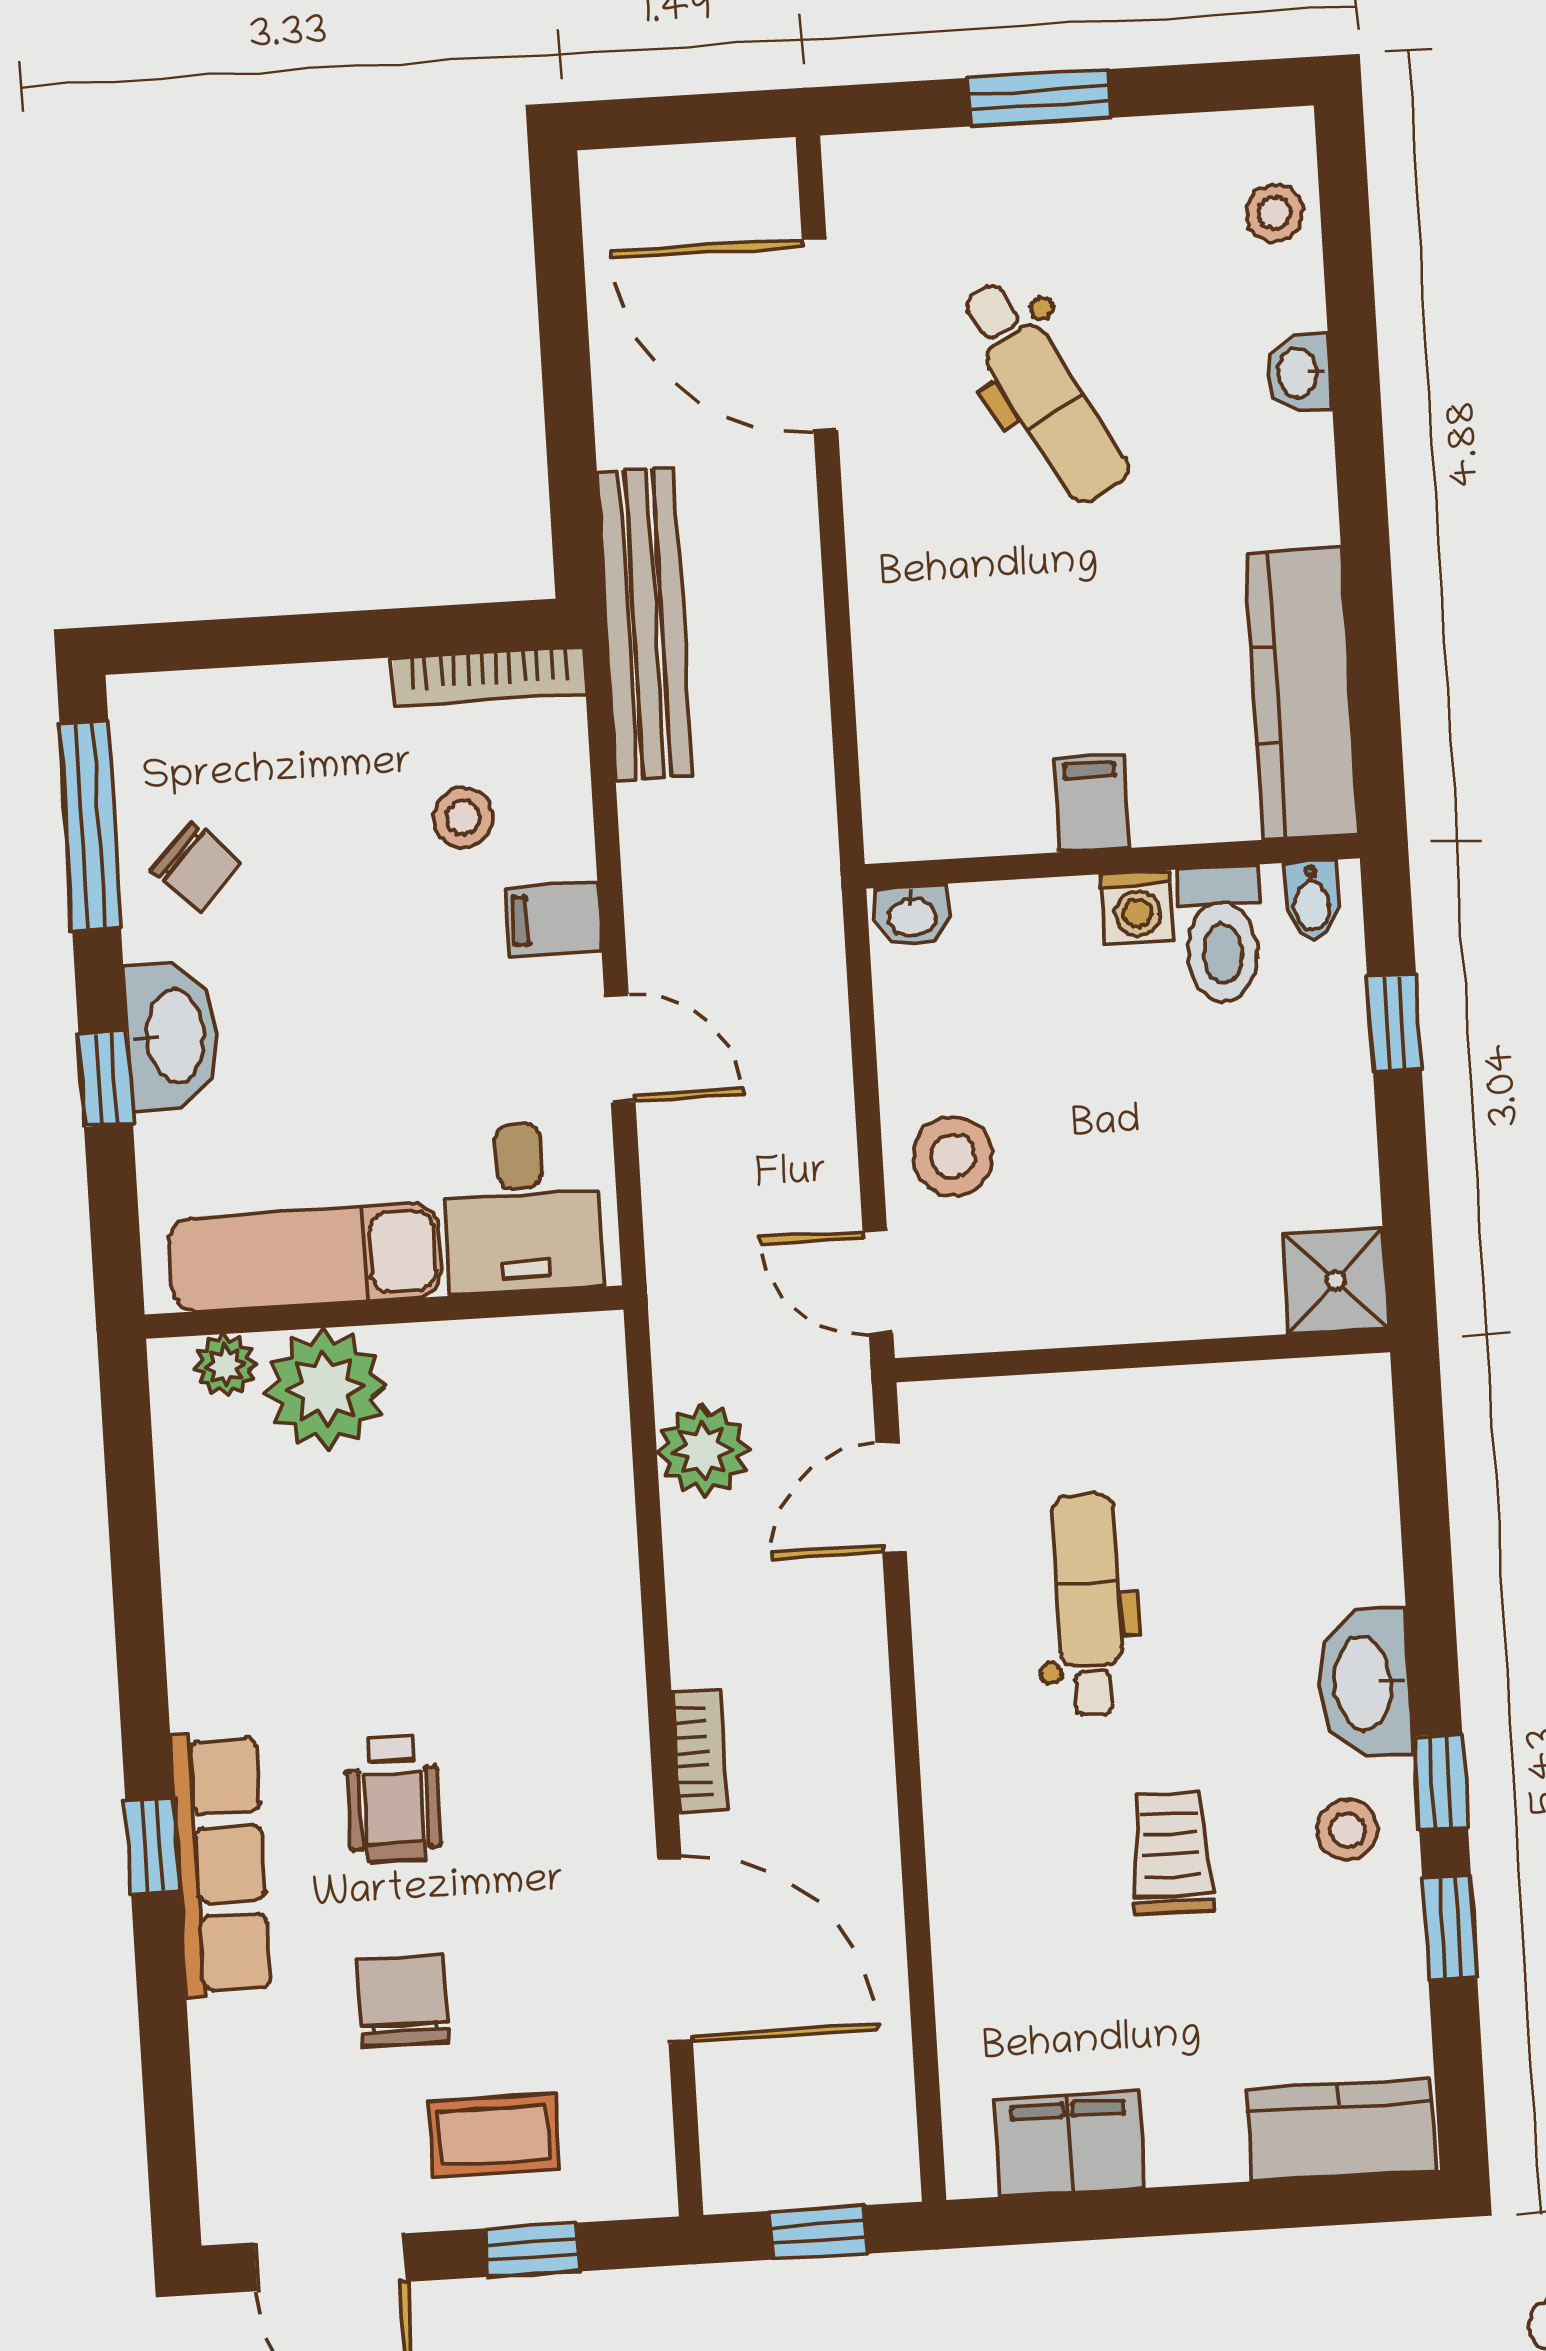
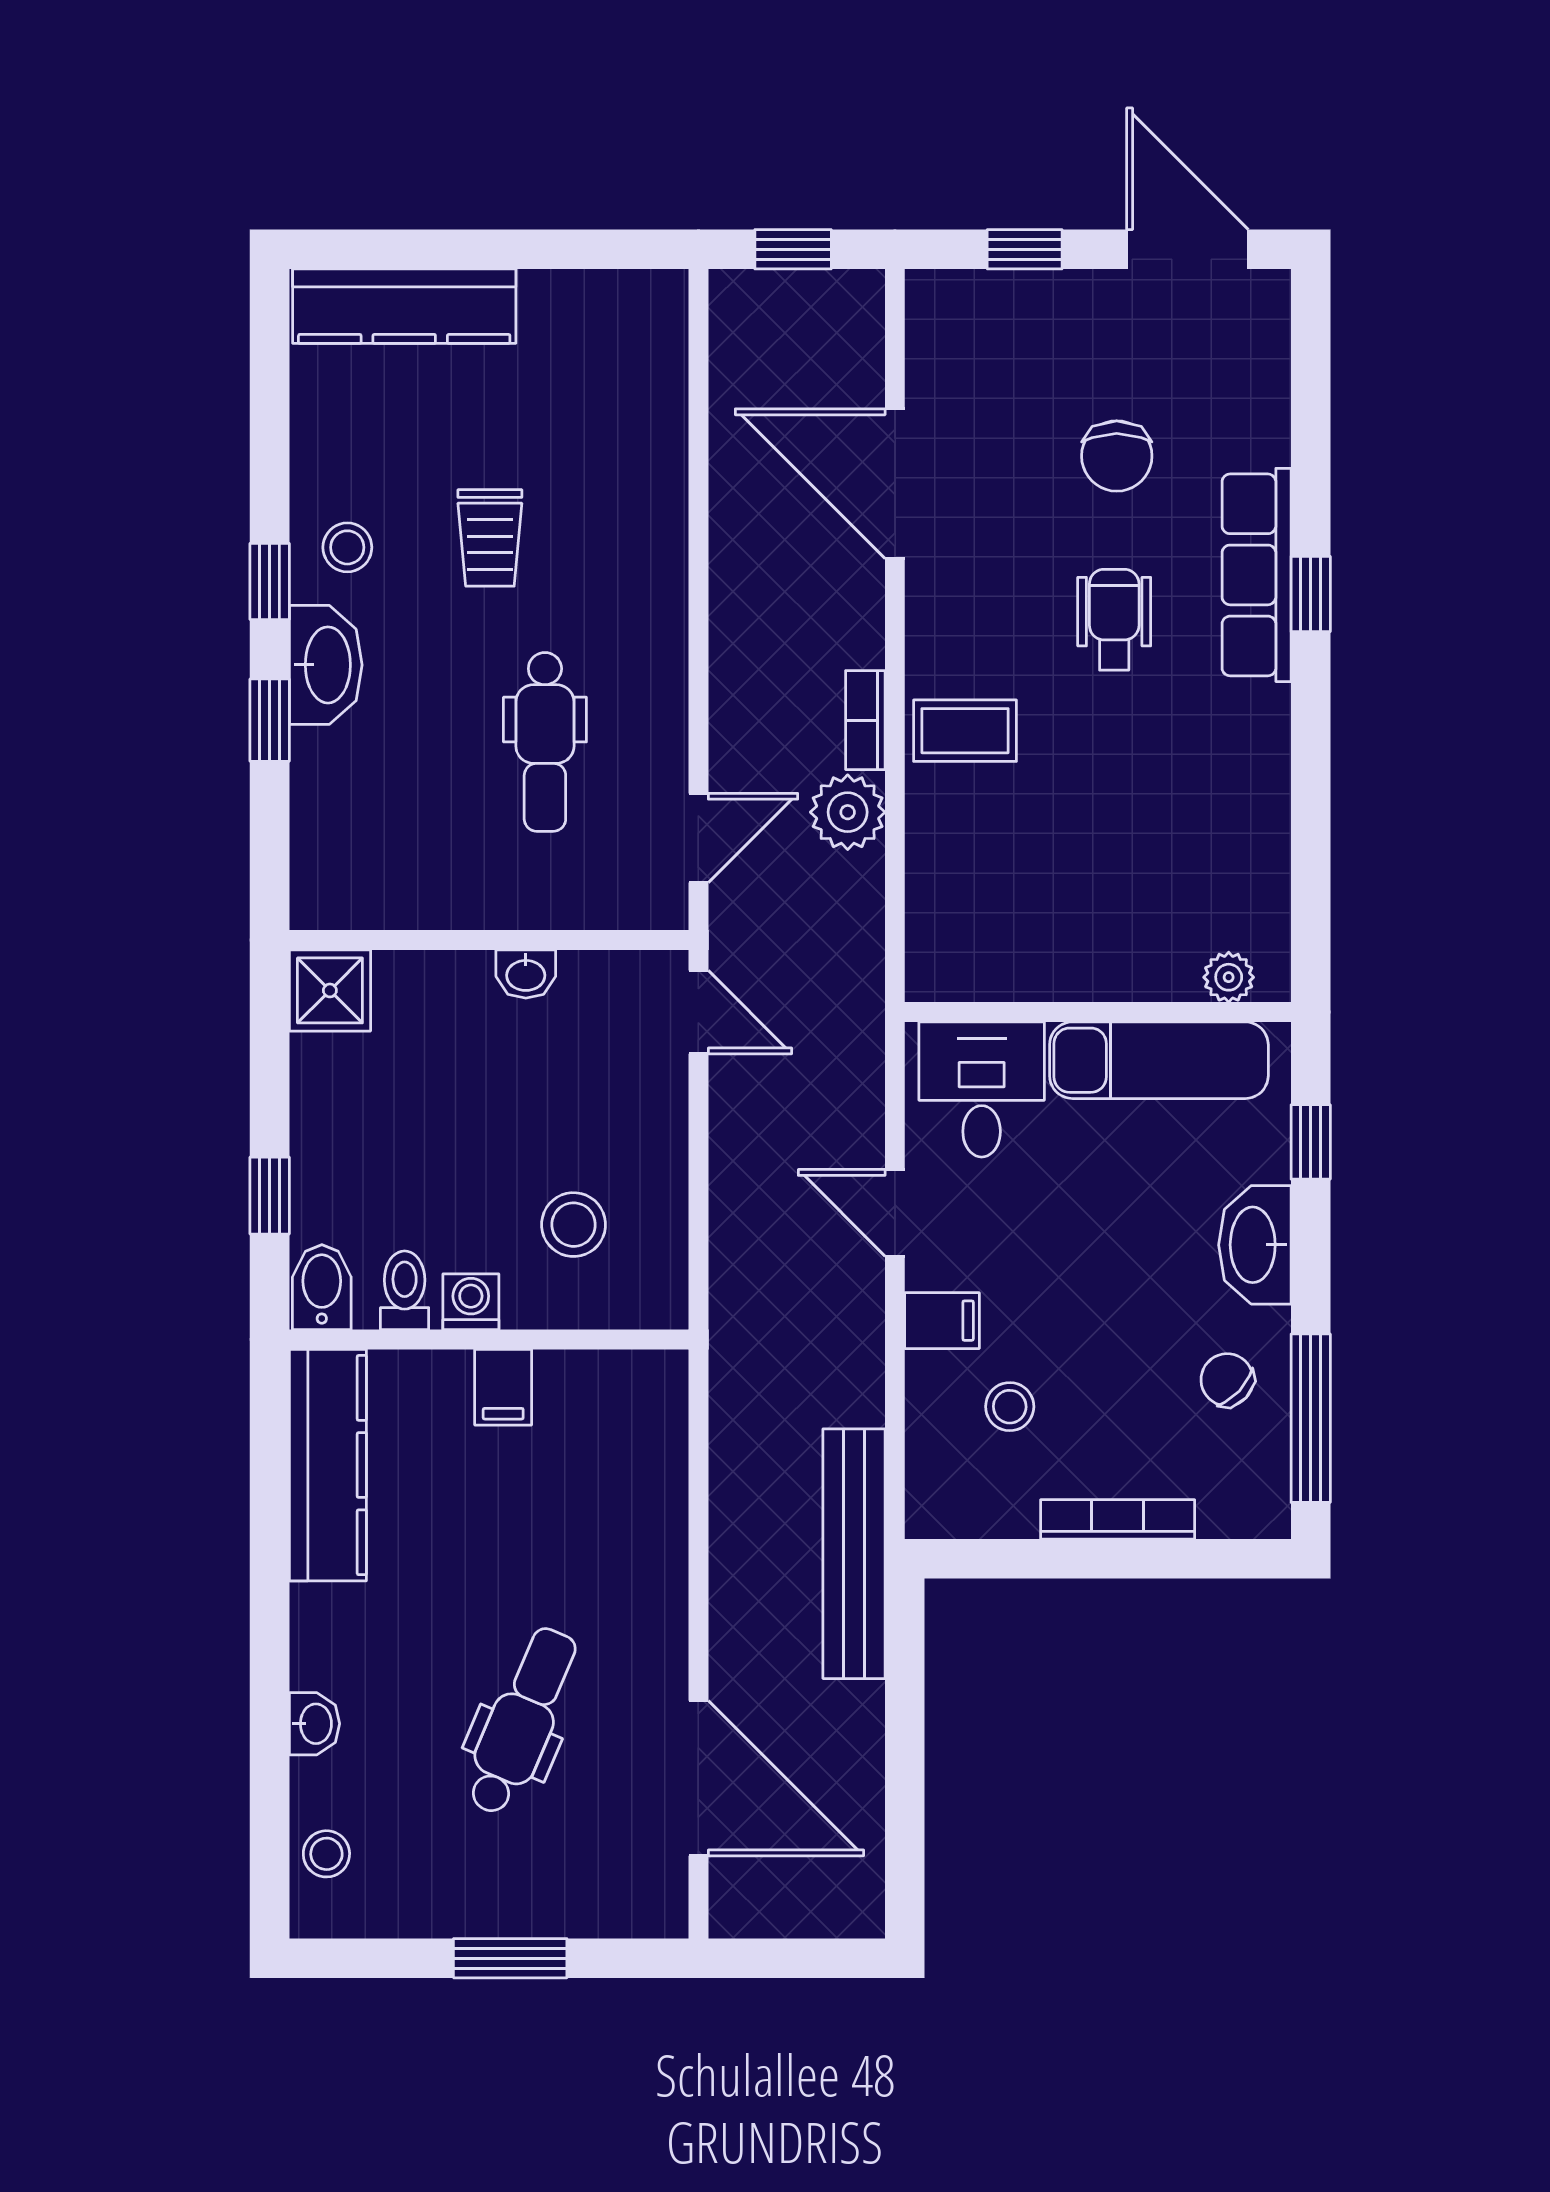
dental chair: (1043, 392) -> (522, 1721), turned 52
bookcase: (489, 676) -> (1118, 1519), moved
bidet: (1312, 900) -> (322, 1287), width x1.38, depth x1.36
washbasin: (912, 916) -> (526, 974), moved, turned 180
toilet: (1221, 934) -> (405, 1290), width x0.73, depth x0.72
window: (106, 1079) -> (1311, 1142), moved
stool: (953, 1156) -> (574, 1225), moved
plant: (325, 1389) -> (1149, 953), removed
plant: (703, 1451) -> (848, 812), moved
bookcase: (700, 1751) -> (865, 720), moved
window: (1450, 1929) -> (270, 720), moved
kitchen counter: (1341, 2130) -> (404, 306), width x1.50
coffee table: (494, 2136) -> (965, 731), moved
filing cabinet: (1070, 2144) -> (586, 308), removed

